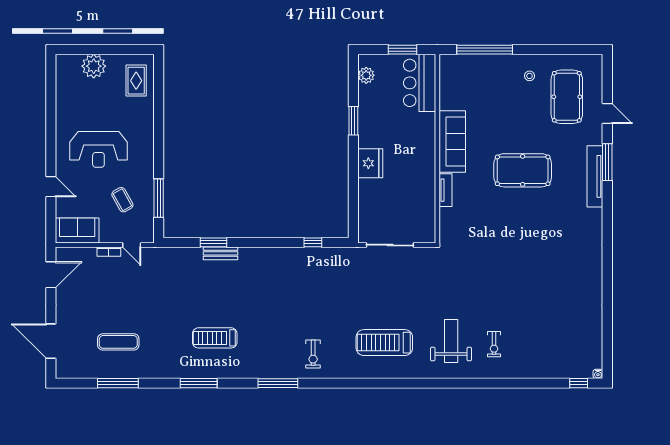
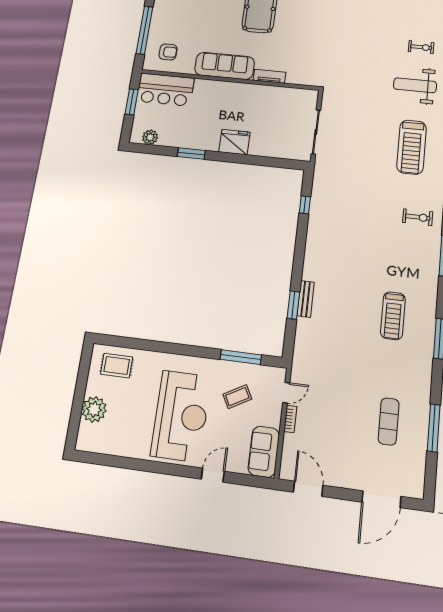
armchair: (462, 79) -> (168, 52), added
reception desk: (98, 149) -> (181, 416), width x1.36, depth x1.30

